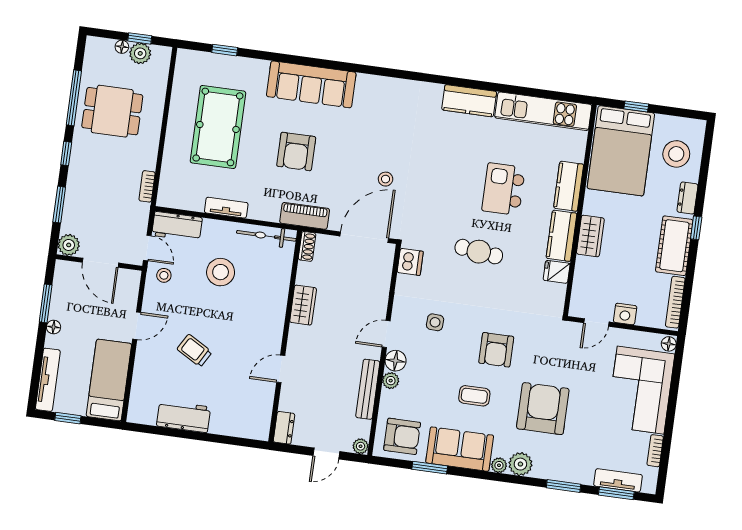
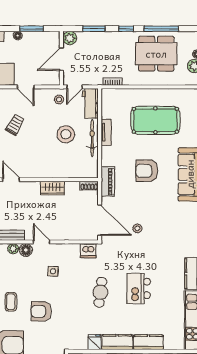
dining table: (112, 111) -> (156, 54), width x1.38
kitchen island: (504, 189) -> (139, 288), moved, turned -90
bicycle: (266, 236) -> (92, 138), moved

